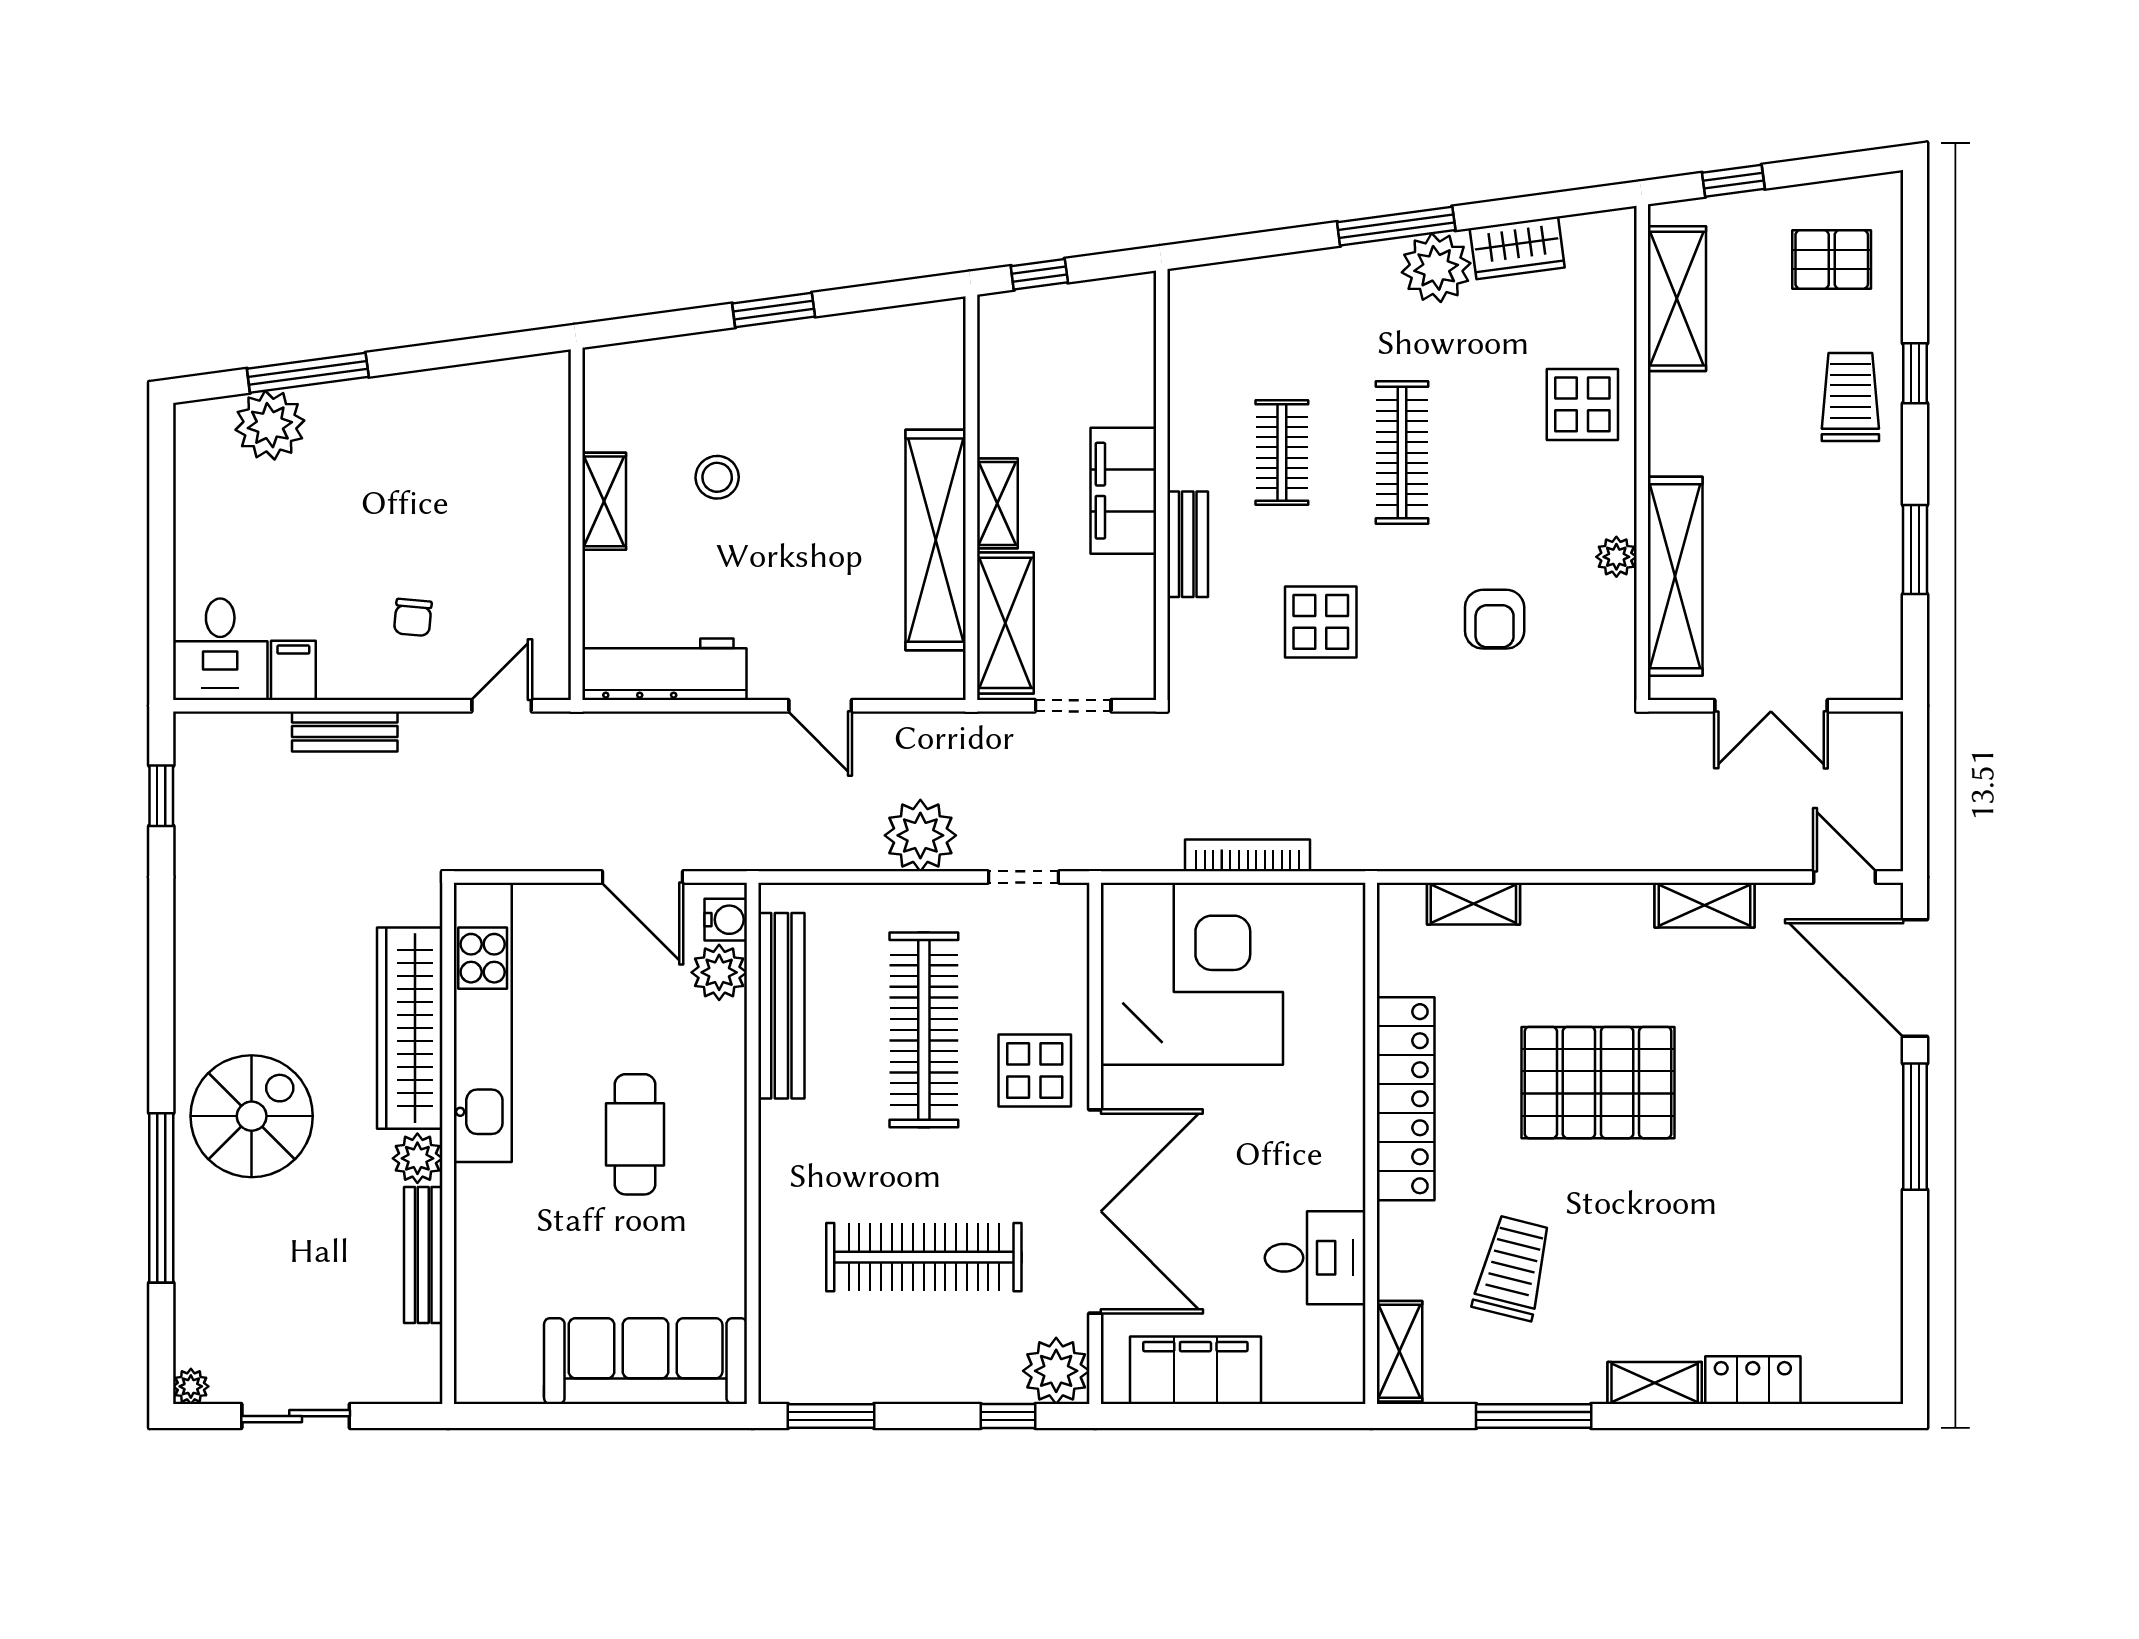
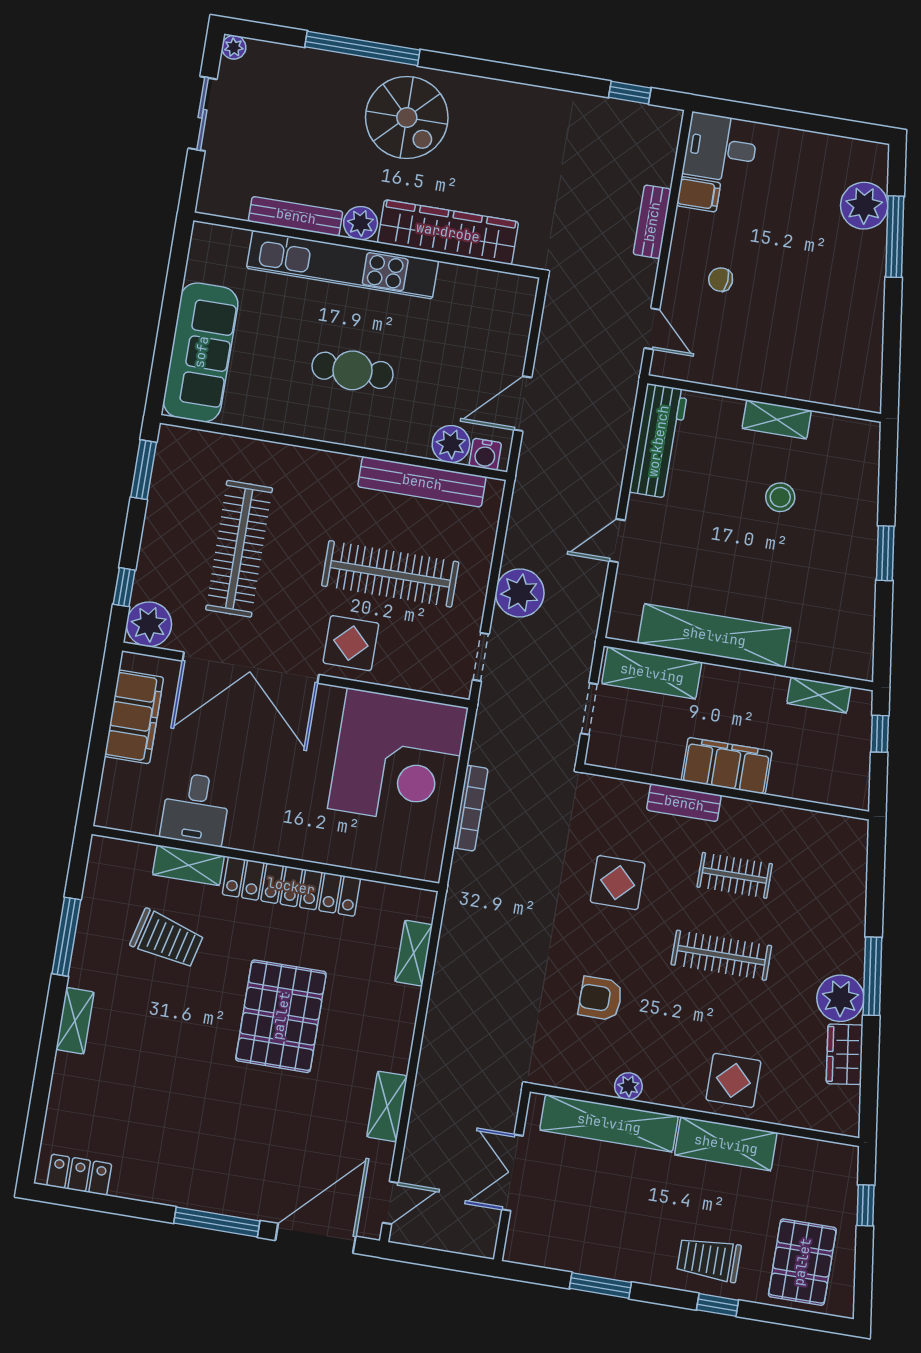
pallet: (1832, 259) -> (802, 1262), width x1.50, depth x1.42
shelving: (1677, 299) -> (726, 1144), moved
trolley: (1850, 397) -> (709, 1259), turned 180
shelving: (997, 503) -> (819, 695), moved
kitchen unit: (483, 1022) -> (342, 265), moved
shelving: (1399, 1351) -> (188, 865), moved
locker: (1753, 1380) -> (79, 1175), moved, turned -90

